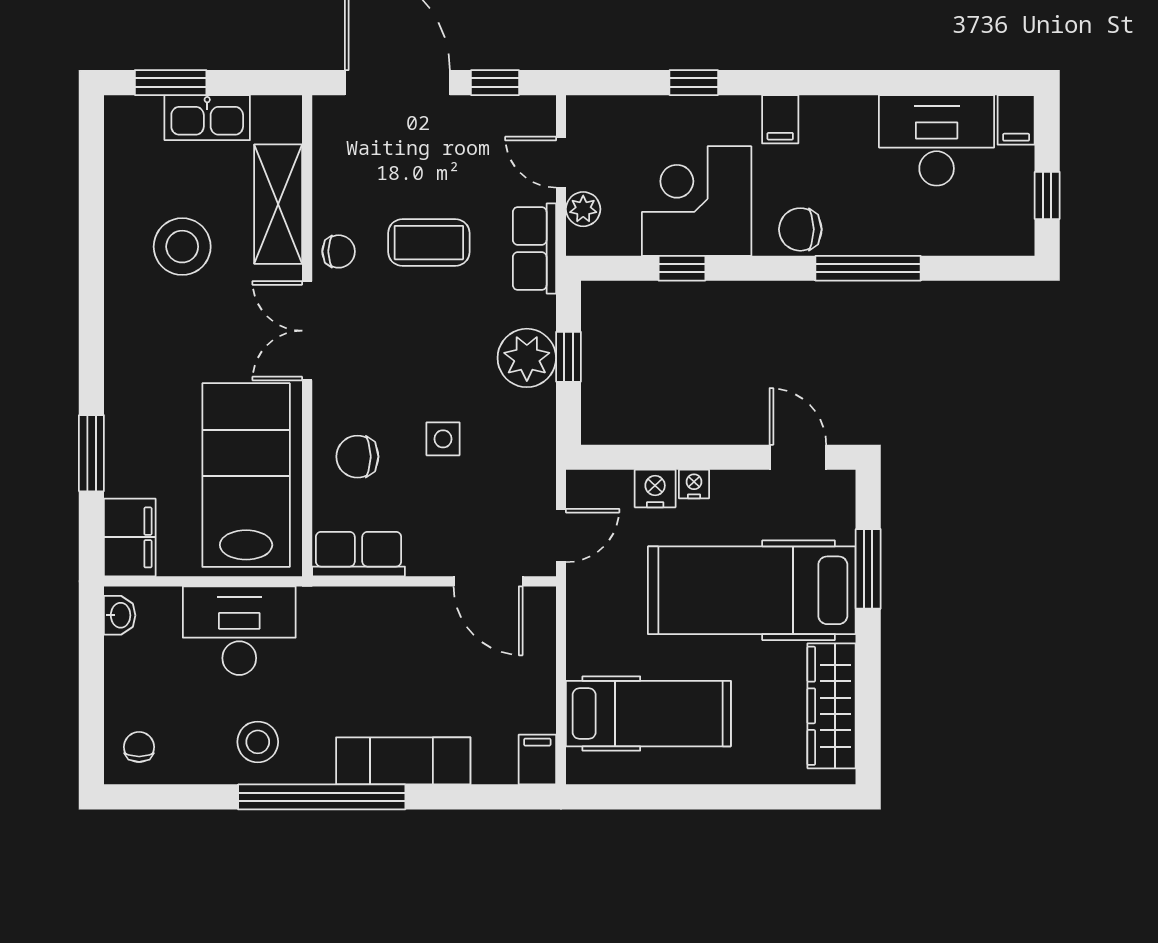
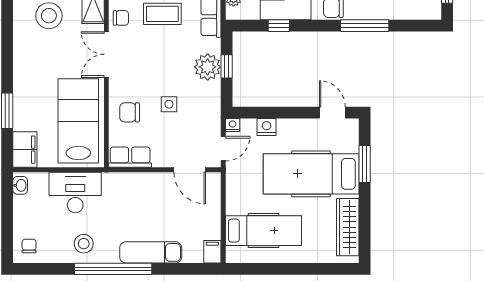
nightstand: (694, 484) -> (233, 125), moved

